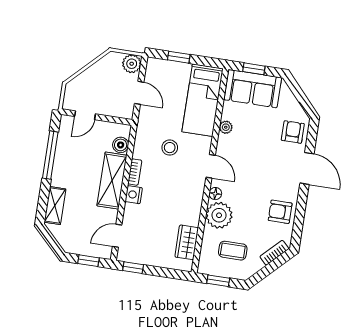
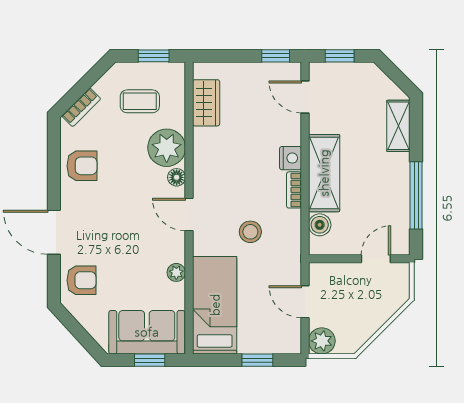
armchair: (293, 132) -> (81, 280), turned -90
door: (117, 236) -> (305, 97), swing flipped

